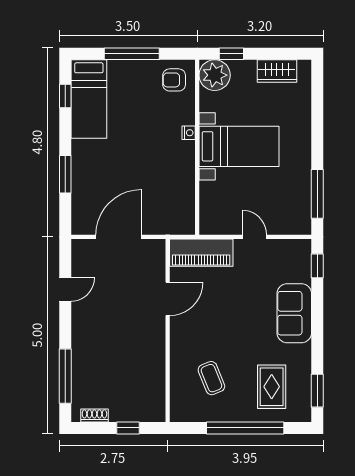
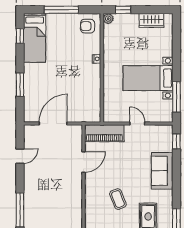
plant: (215, 75) -> (108, 19), width x0.53, depth x0.53
bed with nightstands: (239, 146) -> (148, 78), moved, turned 180
coffee table: (211, 378) -> (118, 199), moved

